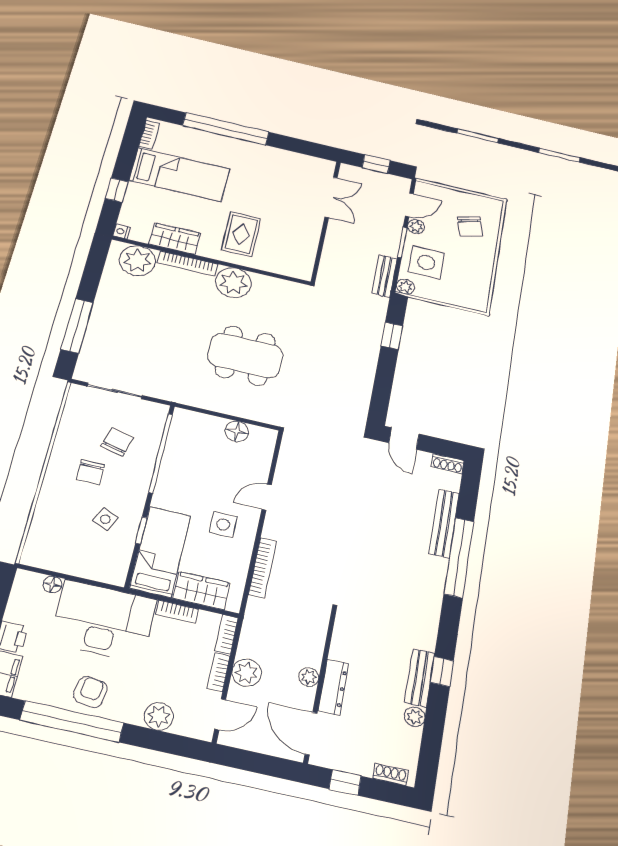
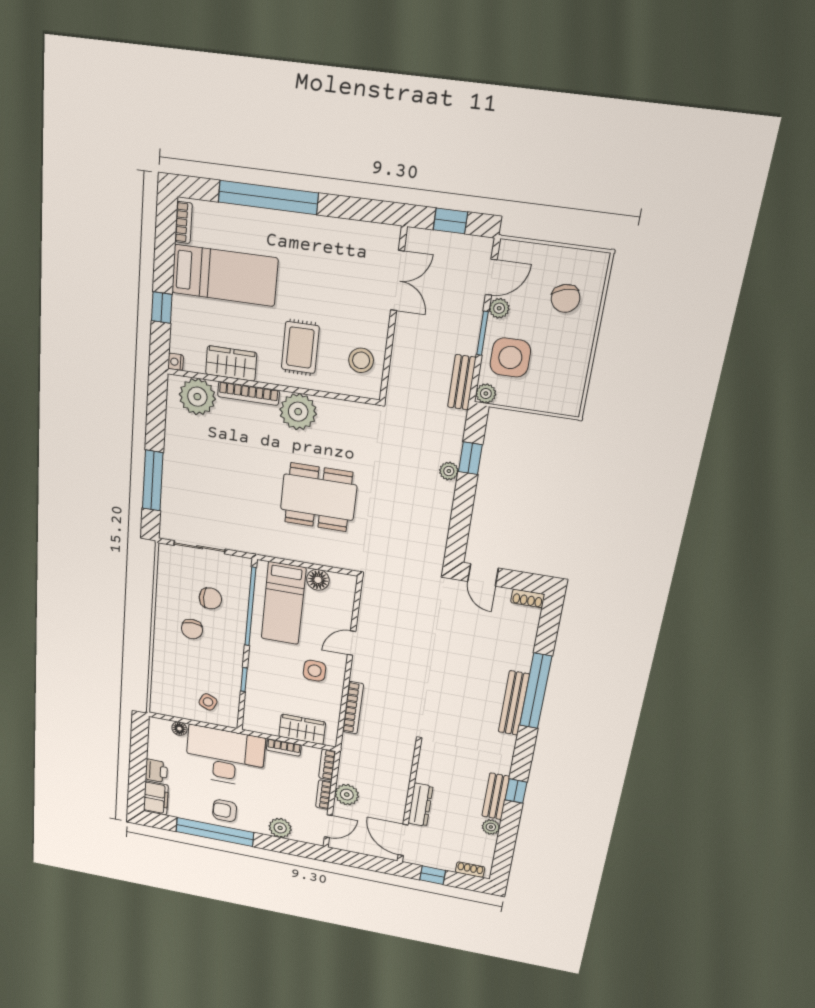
stool: (296, 250) -> (361, 360), added
chair: (117, 442) -> (210, 598), turned 76
side table: (105, 519) -> (208, 702), moved
bench: (444, 523) -> (514, 703), moved
bed: (160, 552) -> (283, 603), moved, turned 180
plant: (309, 677) -> (449, 471), moved
armchair: (90, 692) -> (225, 811), turned -98

